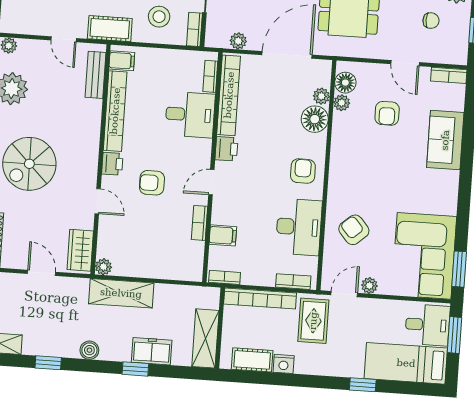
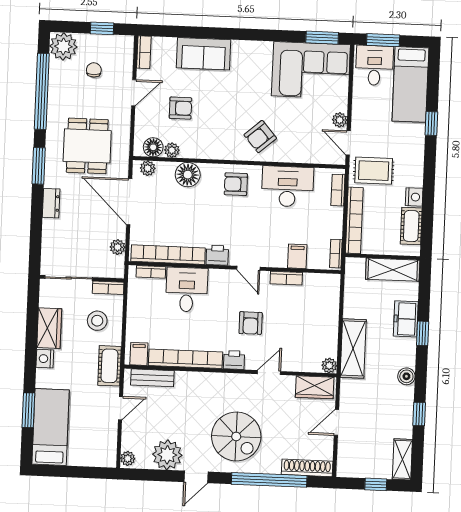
plant: (321, 96) -> (148, 168), moved
armchair: (354, 230) -> (260, 137), moved

